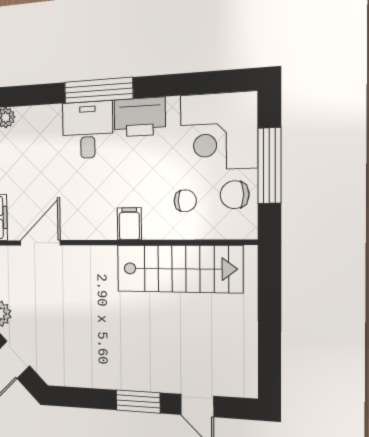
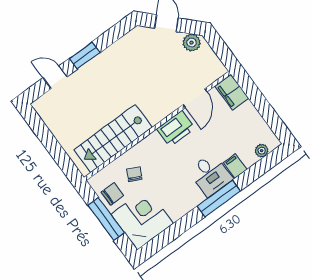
printer: (140, 117) -> (176, 129), moved, turned 180
chair: (185, 201) -> (134, 174), turned 116
filing cabinet: (129, 224) -> (235, 166), moved, turned 180

